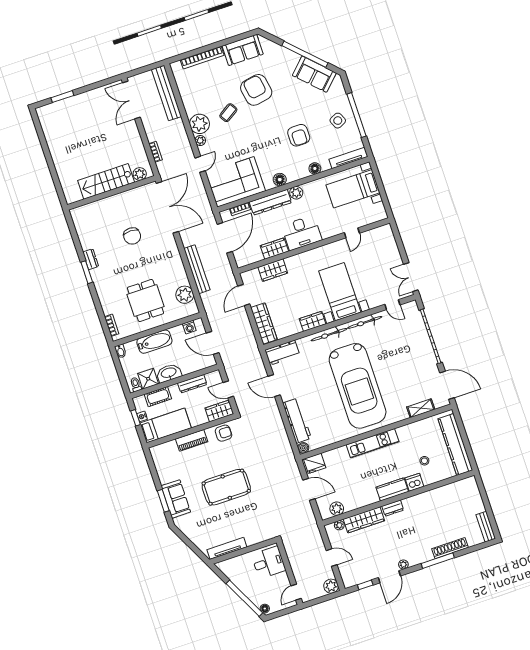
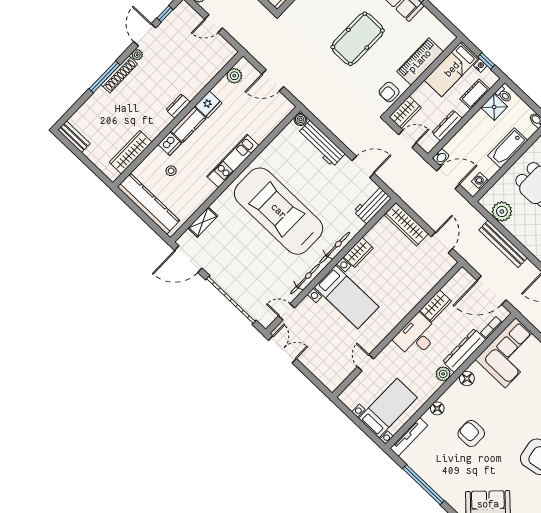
side table: (338, 121) -> (440, 469), removed
door: (225, 238) -> (492, 290), hinge flipped
wardrobe: (273, 270) -> (426, 283), removed
washbasin: (169, 373) -> (441, 157), moved, width x0.52, depth x0.69
piano: (192, 440) -> (420, 61), width x1.37, depth x1.33
fridge: (315, 463) -> (209, 104), moved, turned 180
wardrobe: (364, 520) -> (131, 152), moved
plant: (339, 525) -> (223, 60), removed
shoe rack: (450, 548) -> (119, 74), moved

